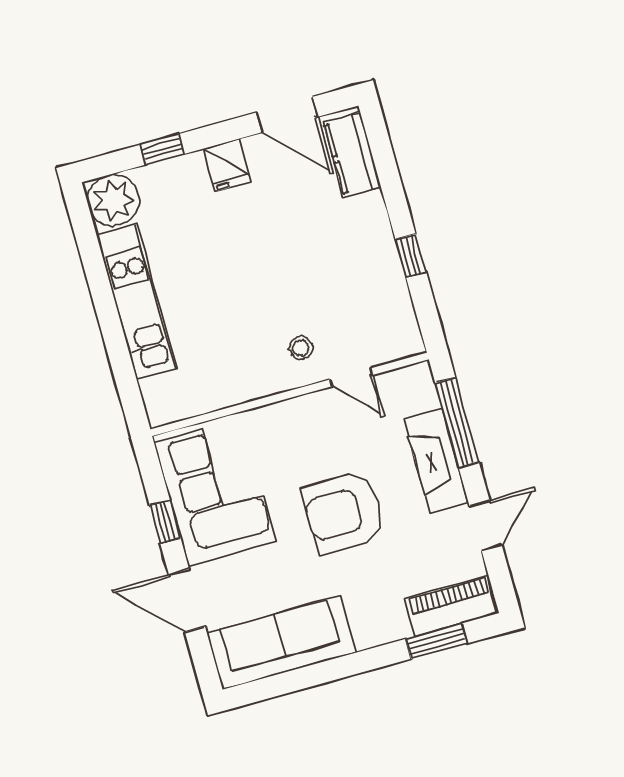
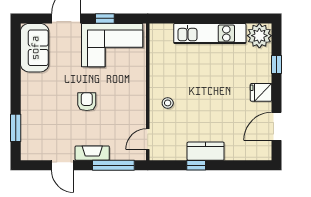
kitchen counter: (352, 155) -> (206, 151), moved
door: (351, 377) -> (148, 139), moved
fireplace: (436, 461) -> (92, 153), width x0.73, depth x0.76
armchair: (343, 512) -> (87, 102), width x0.53, depth x0.53
piano: (452, 606) -> (30, 140), removed
sofa: (281, 643) -> (35, 48), width x0.73

